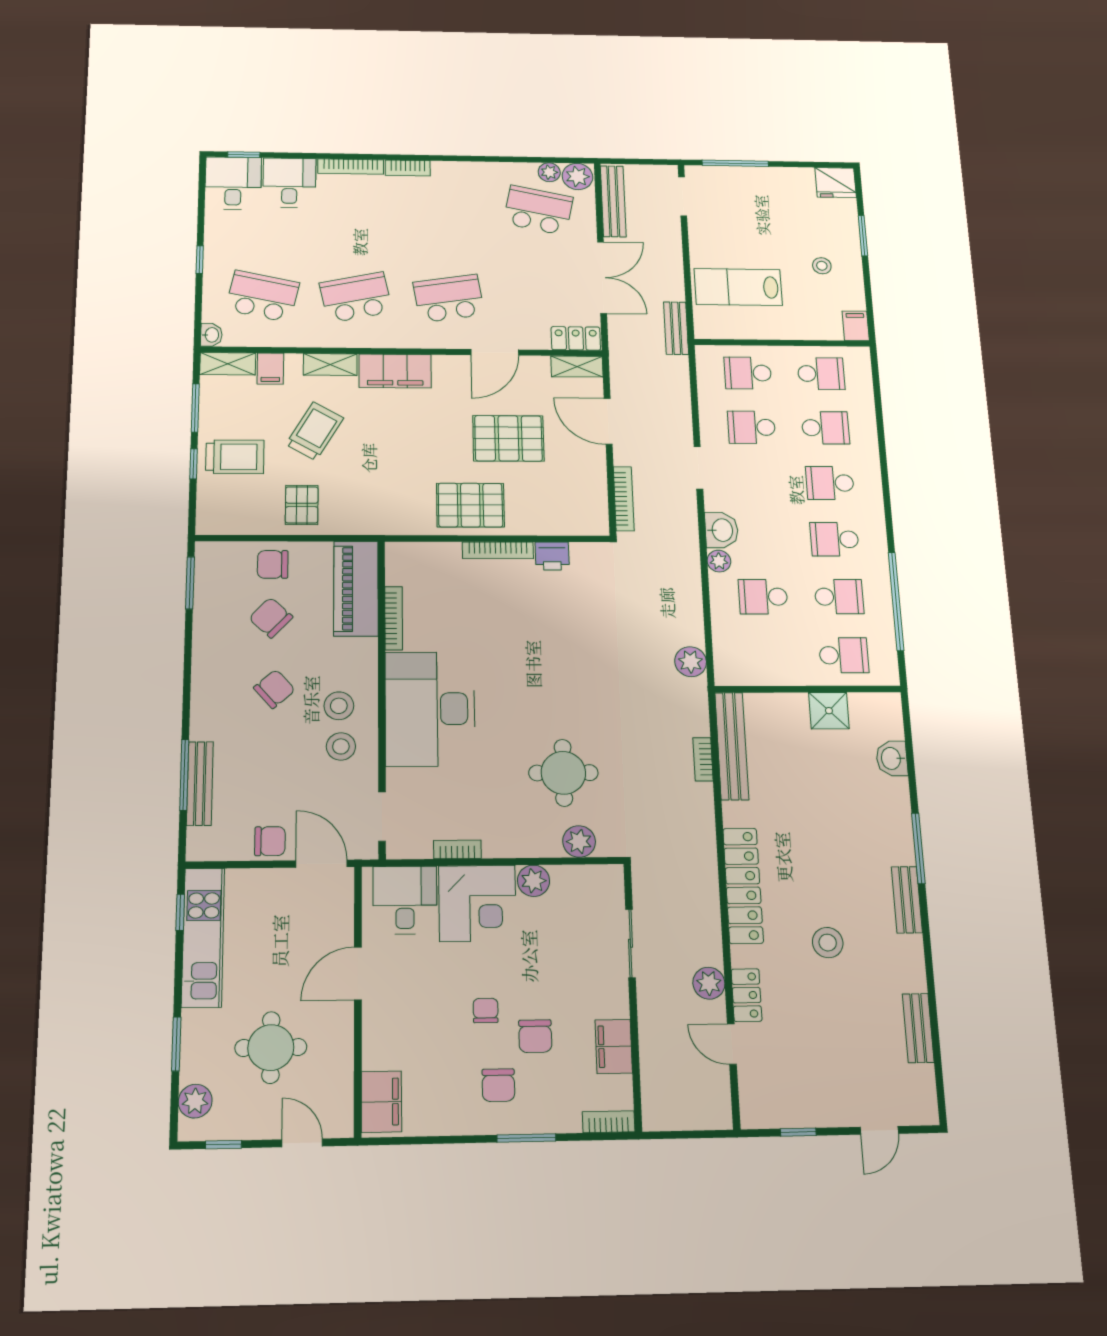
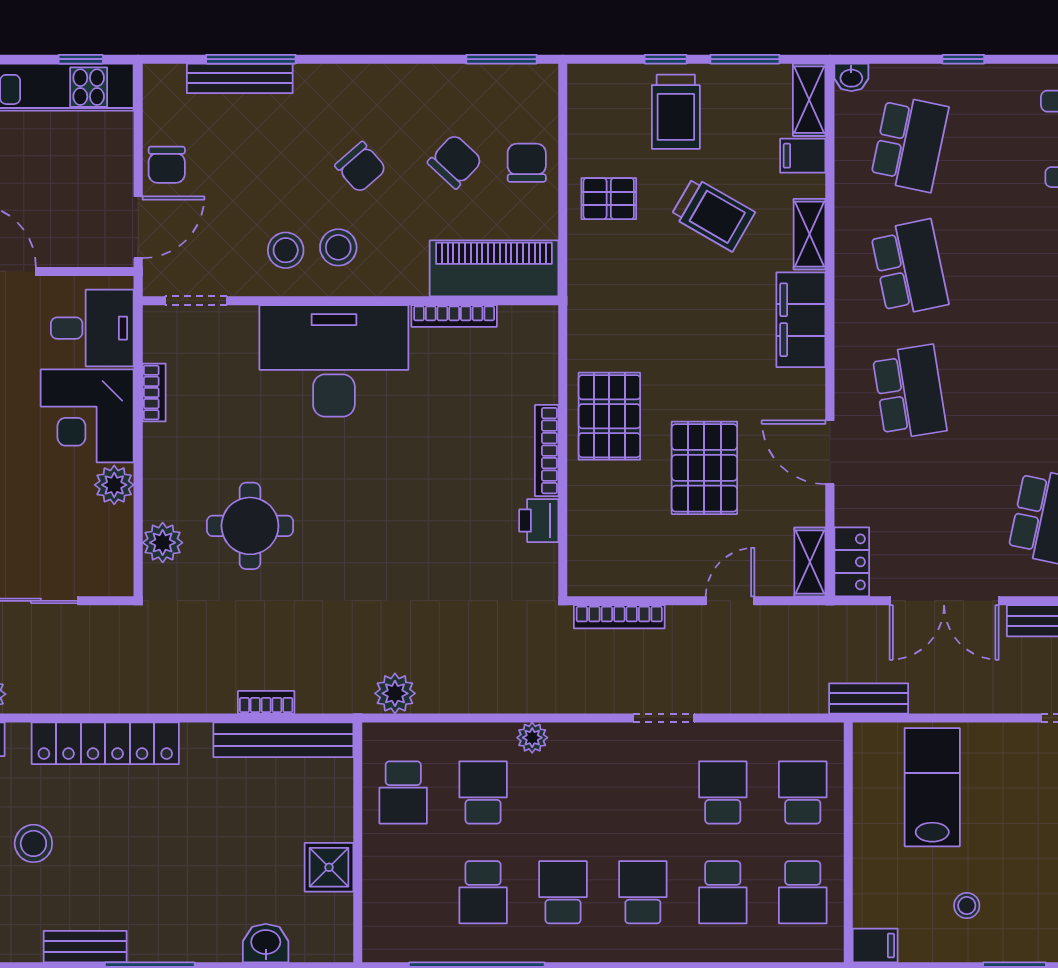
door: (608, 421) -> (730, 601), width x0.73
washbasin: (721, 530) -> (575, 744), removed
school desk: (844, 655) -> (403, 792), moved

